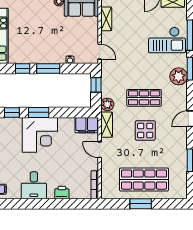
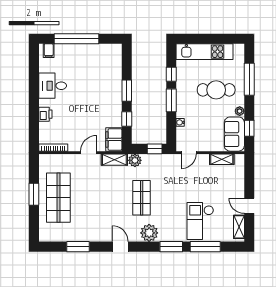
cafe table: (38, 24) -> (216, 90), added
plant: (179, 76) -> (149, 233), moved
window: (12, 112) -> (127, 119), moved
display table: (145, 130) -> (108, 199), removed
corner desk: (40, 135) -> (104, 92), removed

